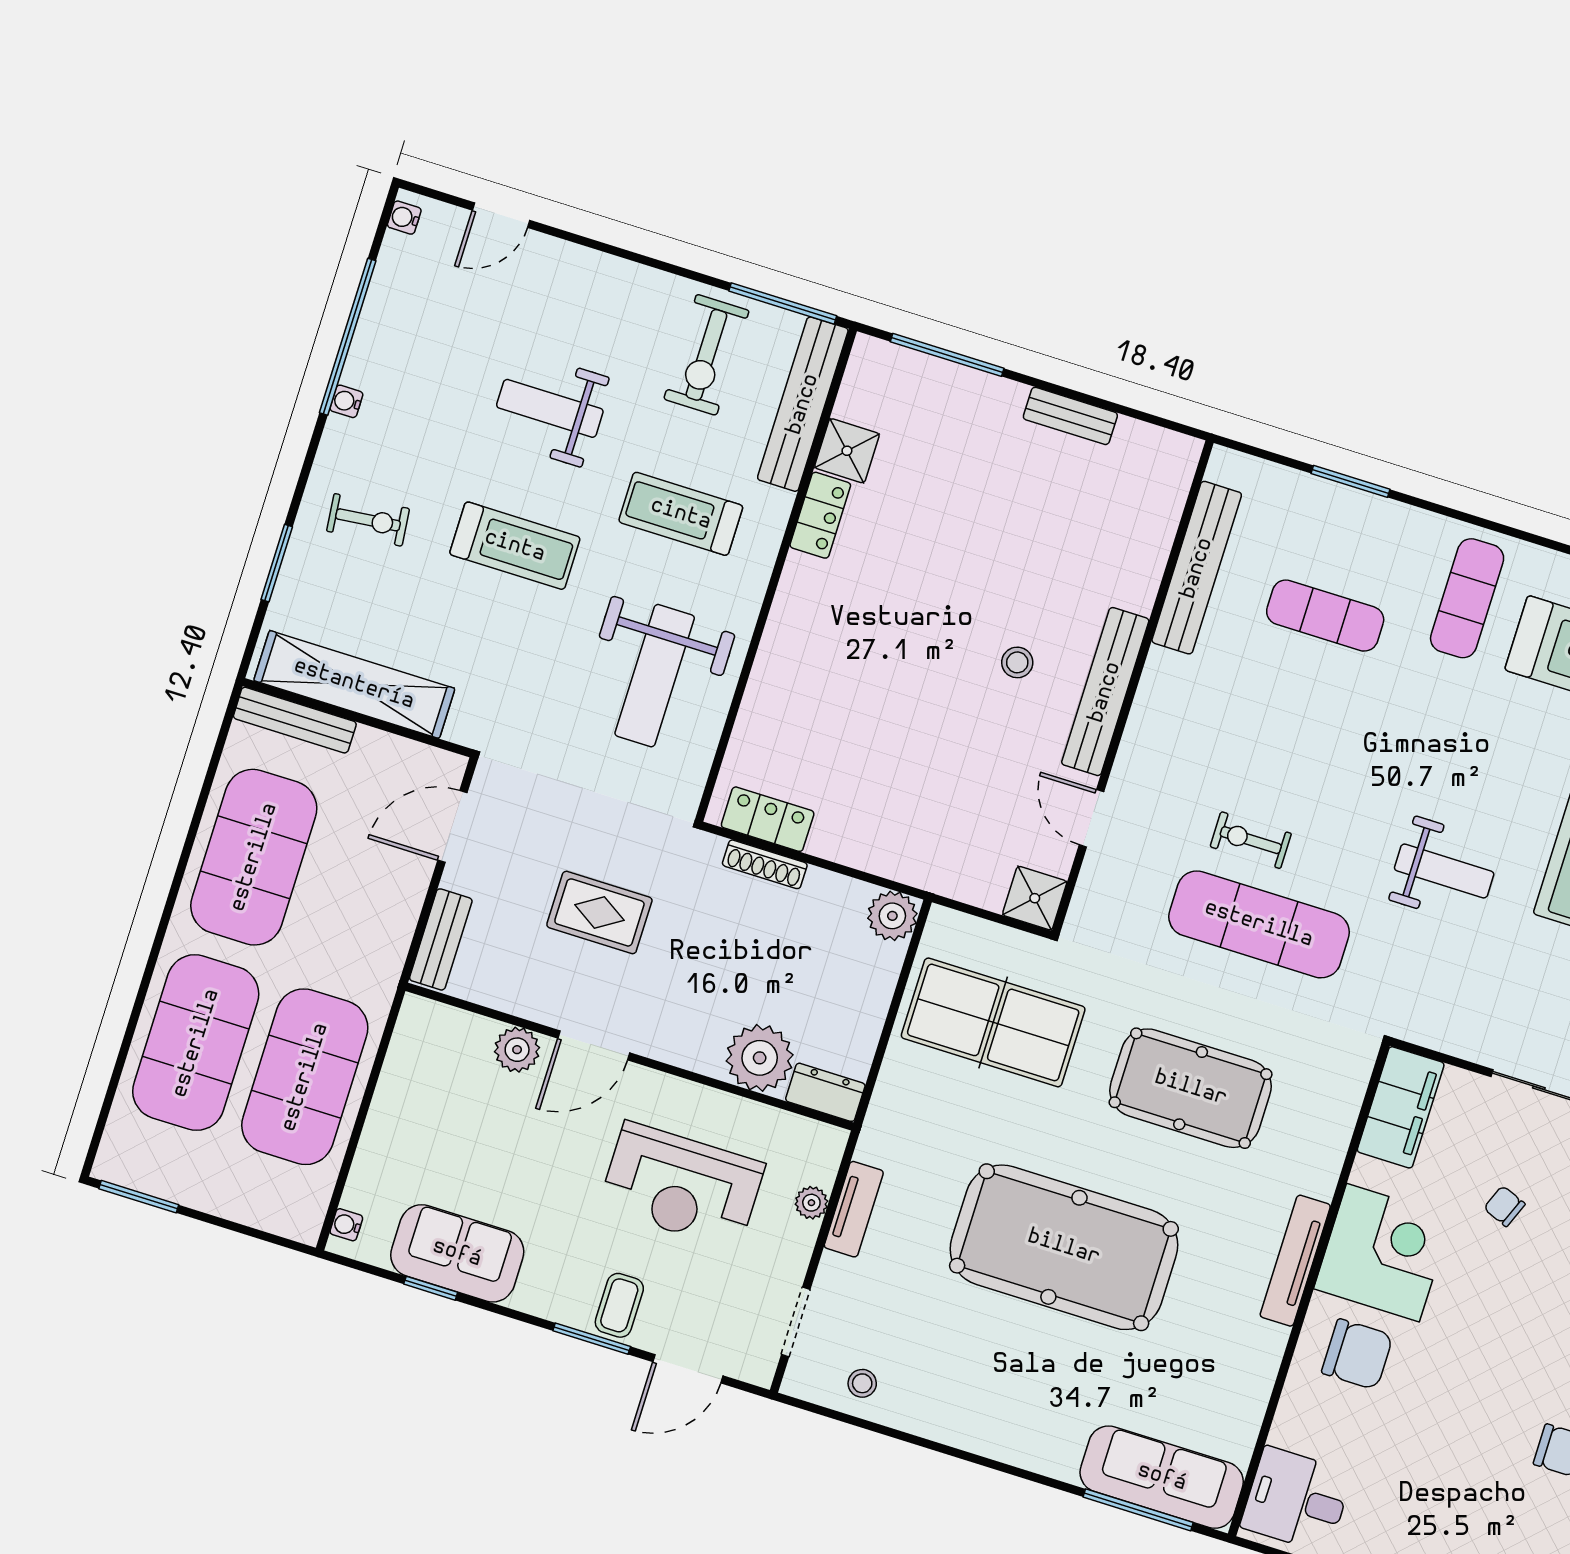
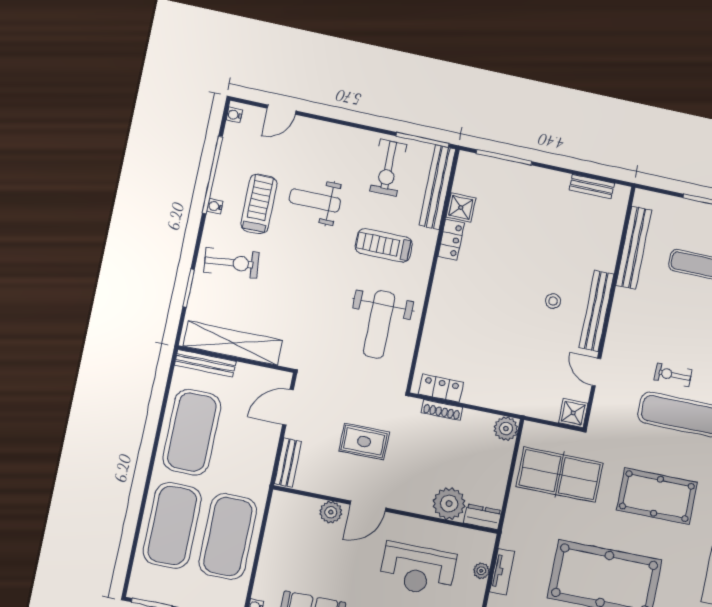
bench: (1070, 416) -> (592, 187), moved
exercise bike: (368, 520) -> (231, 263), width x1.38, depth x1.39
treadmill: (515, 546) -> (259, 204), moved, turned -90

